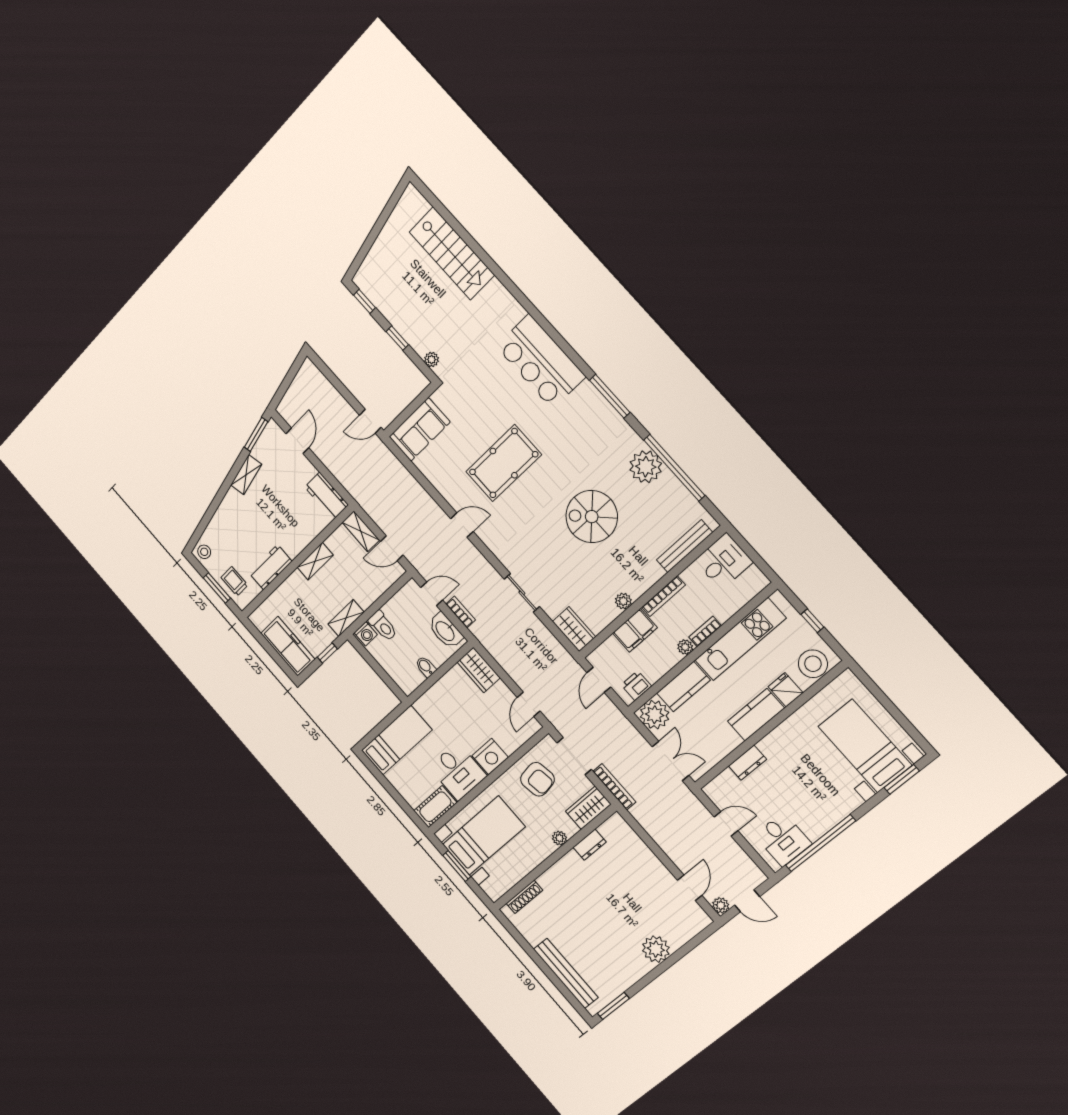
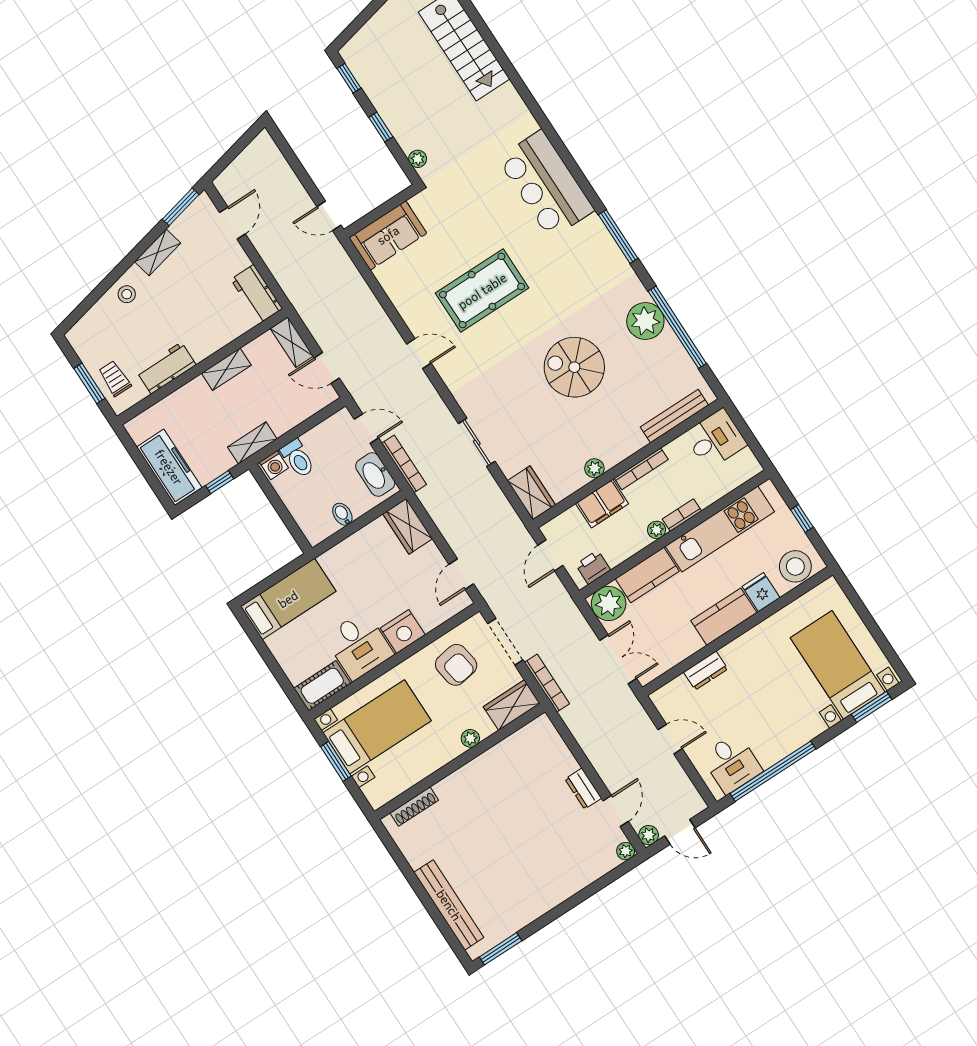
stool: (204, 552) -> (127, 294), moved
bookcase: (461, 612) -> (404, 464), width x1.56
dresser: (590, 845) -> (583, 789), moved, turned 90
plant: (656, 949) -> (626, 851), moved, width x0.53, depth x0.53

